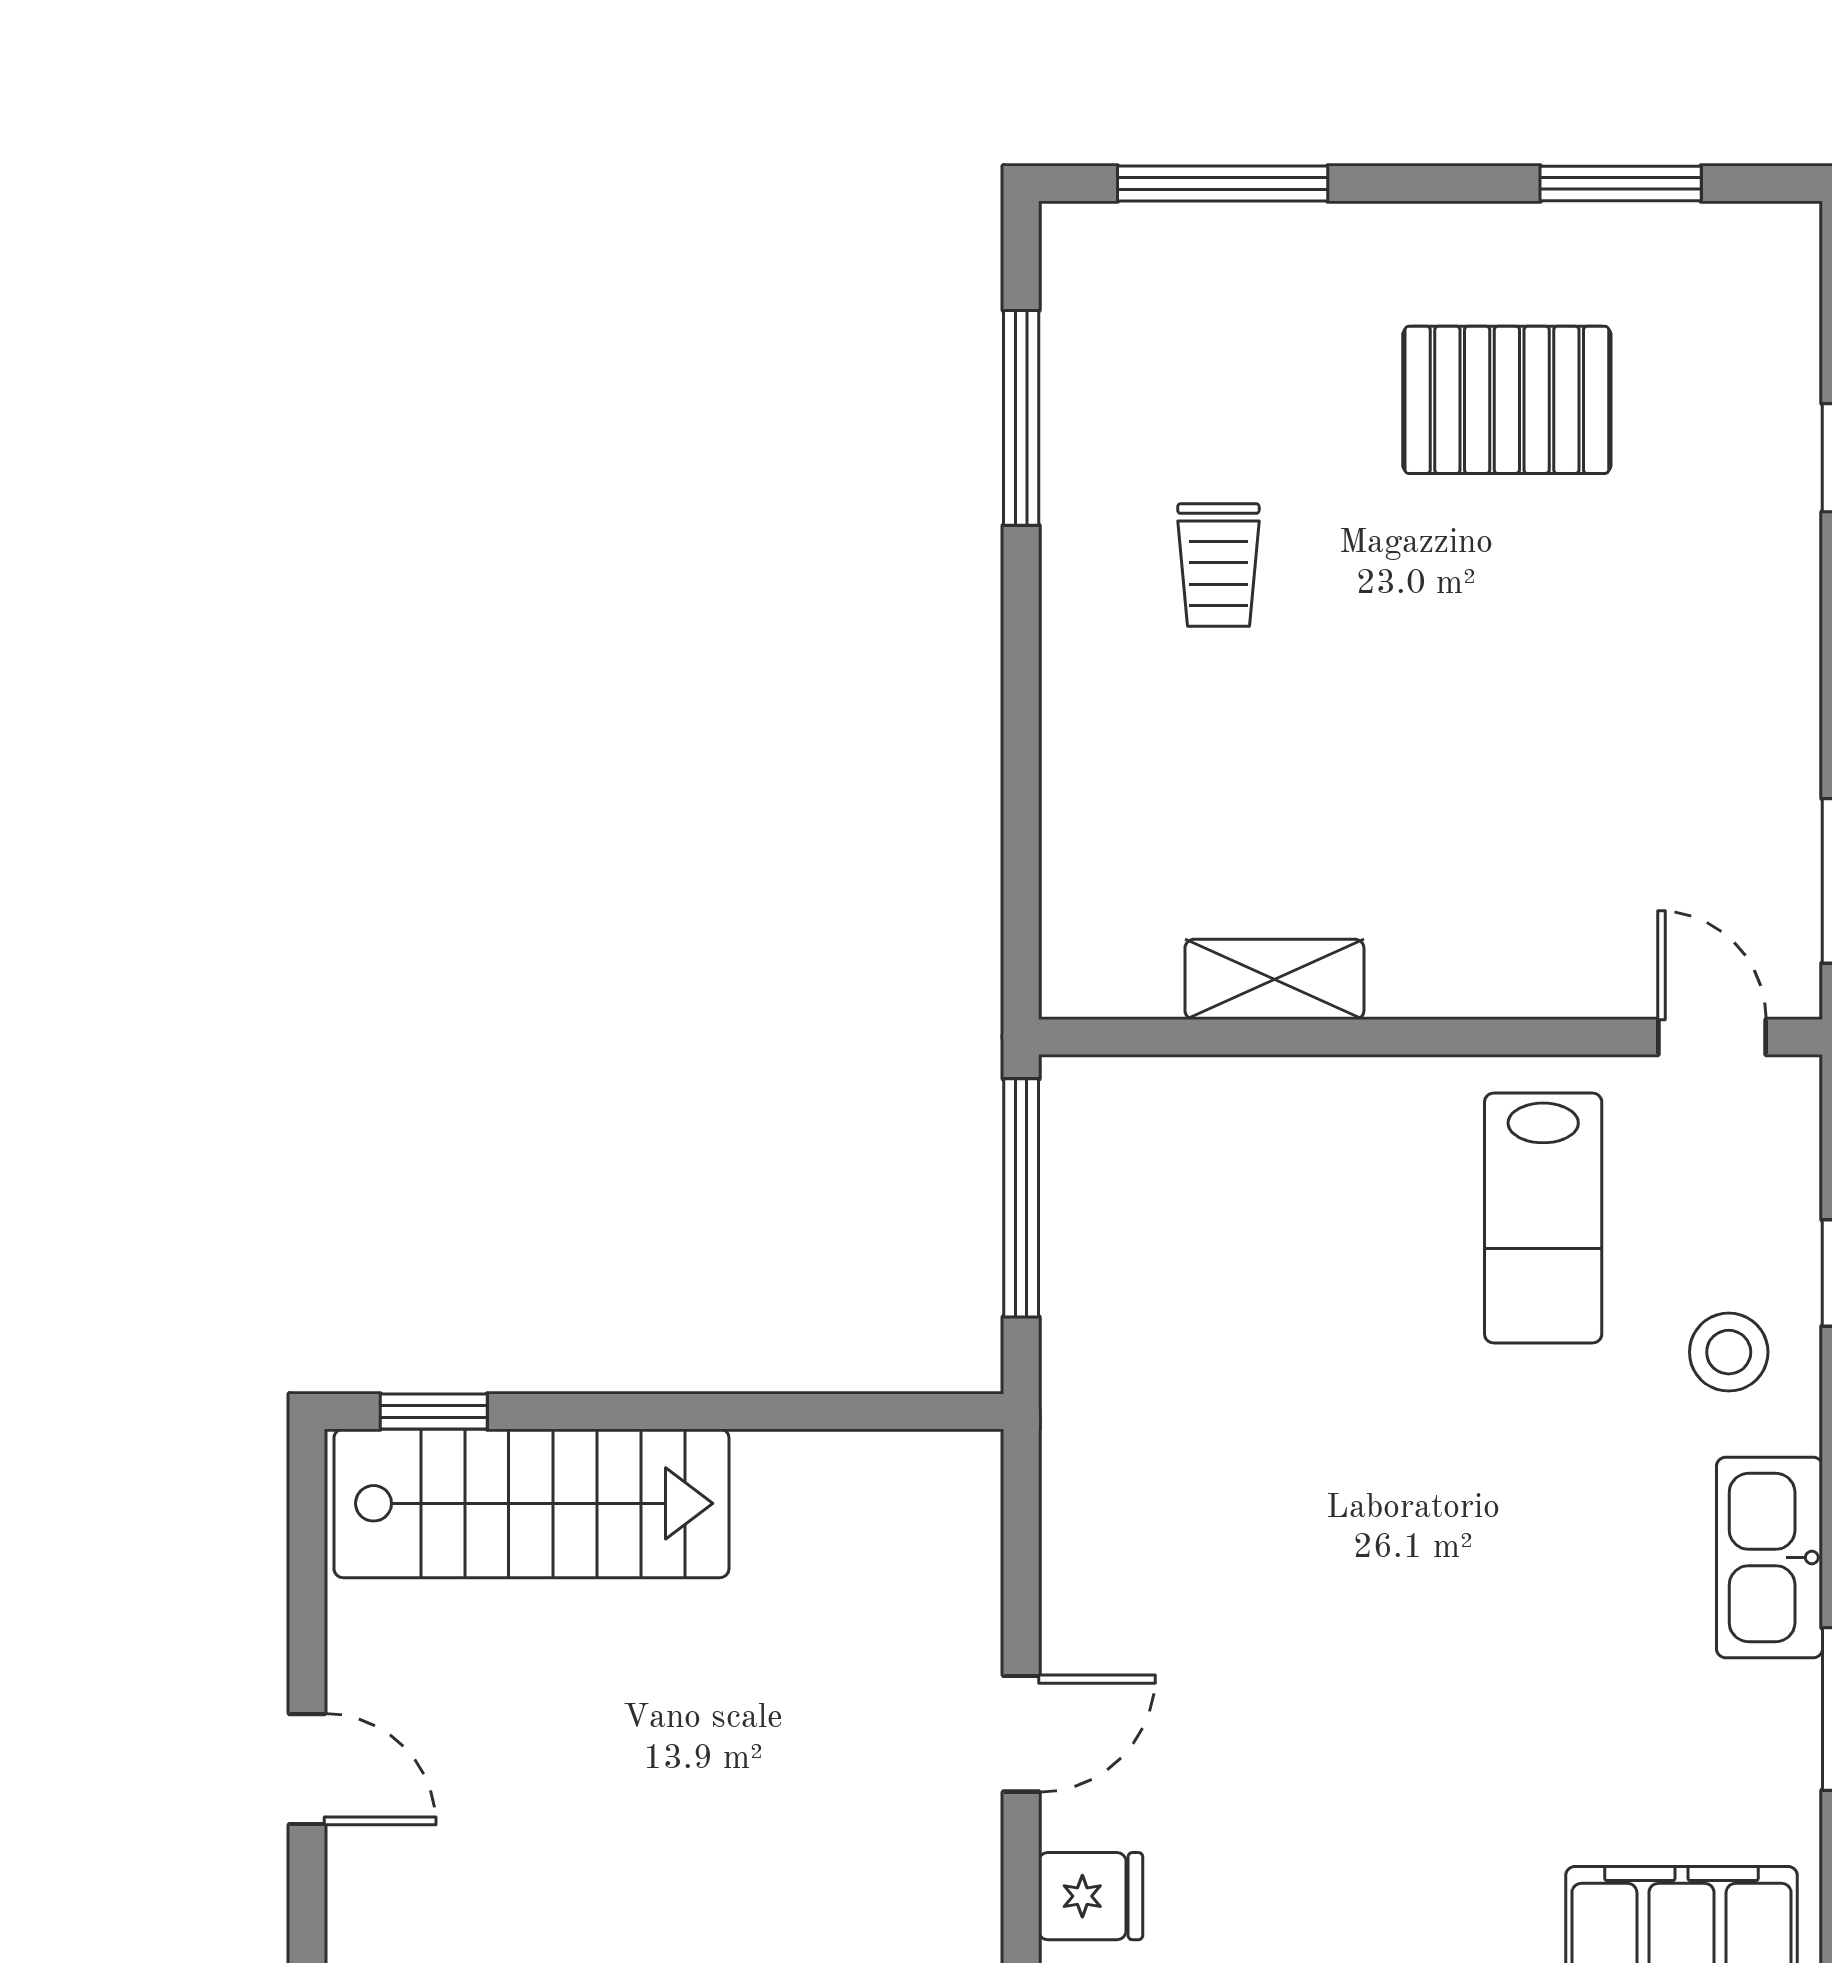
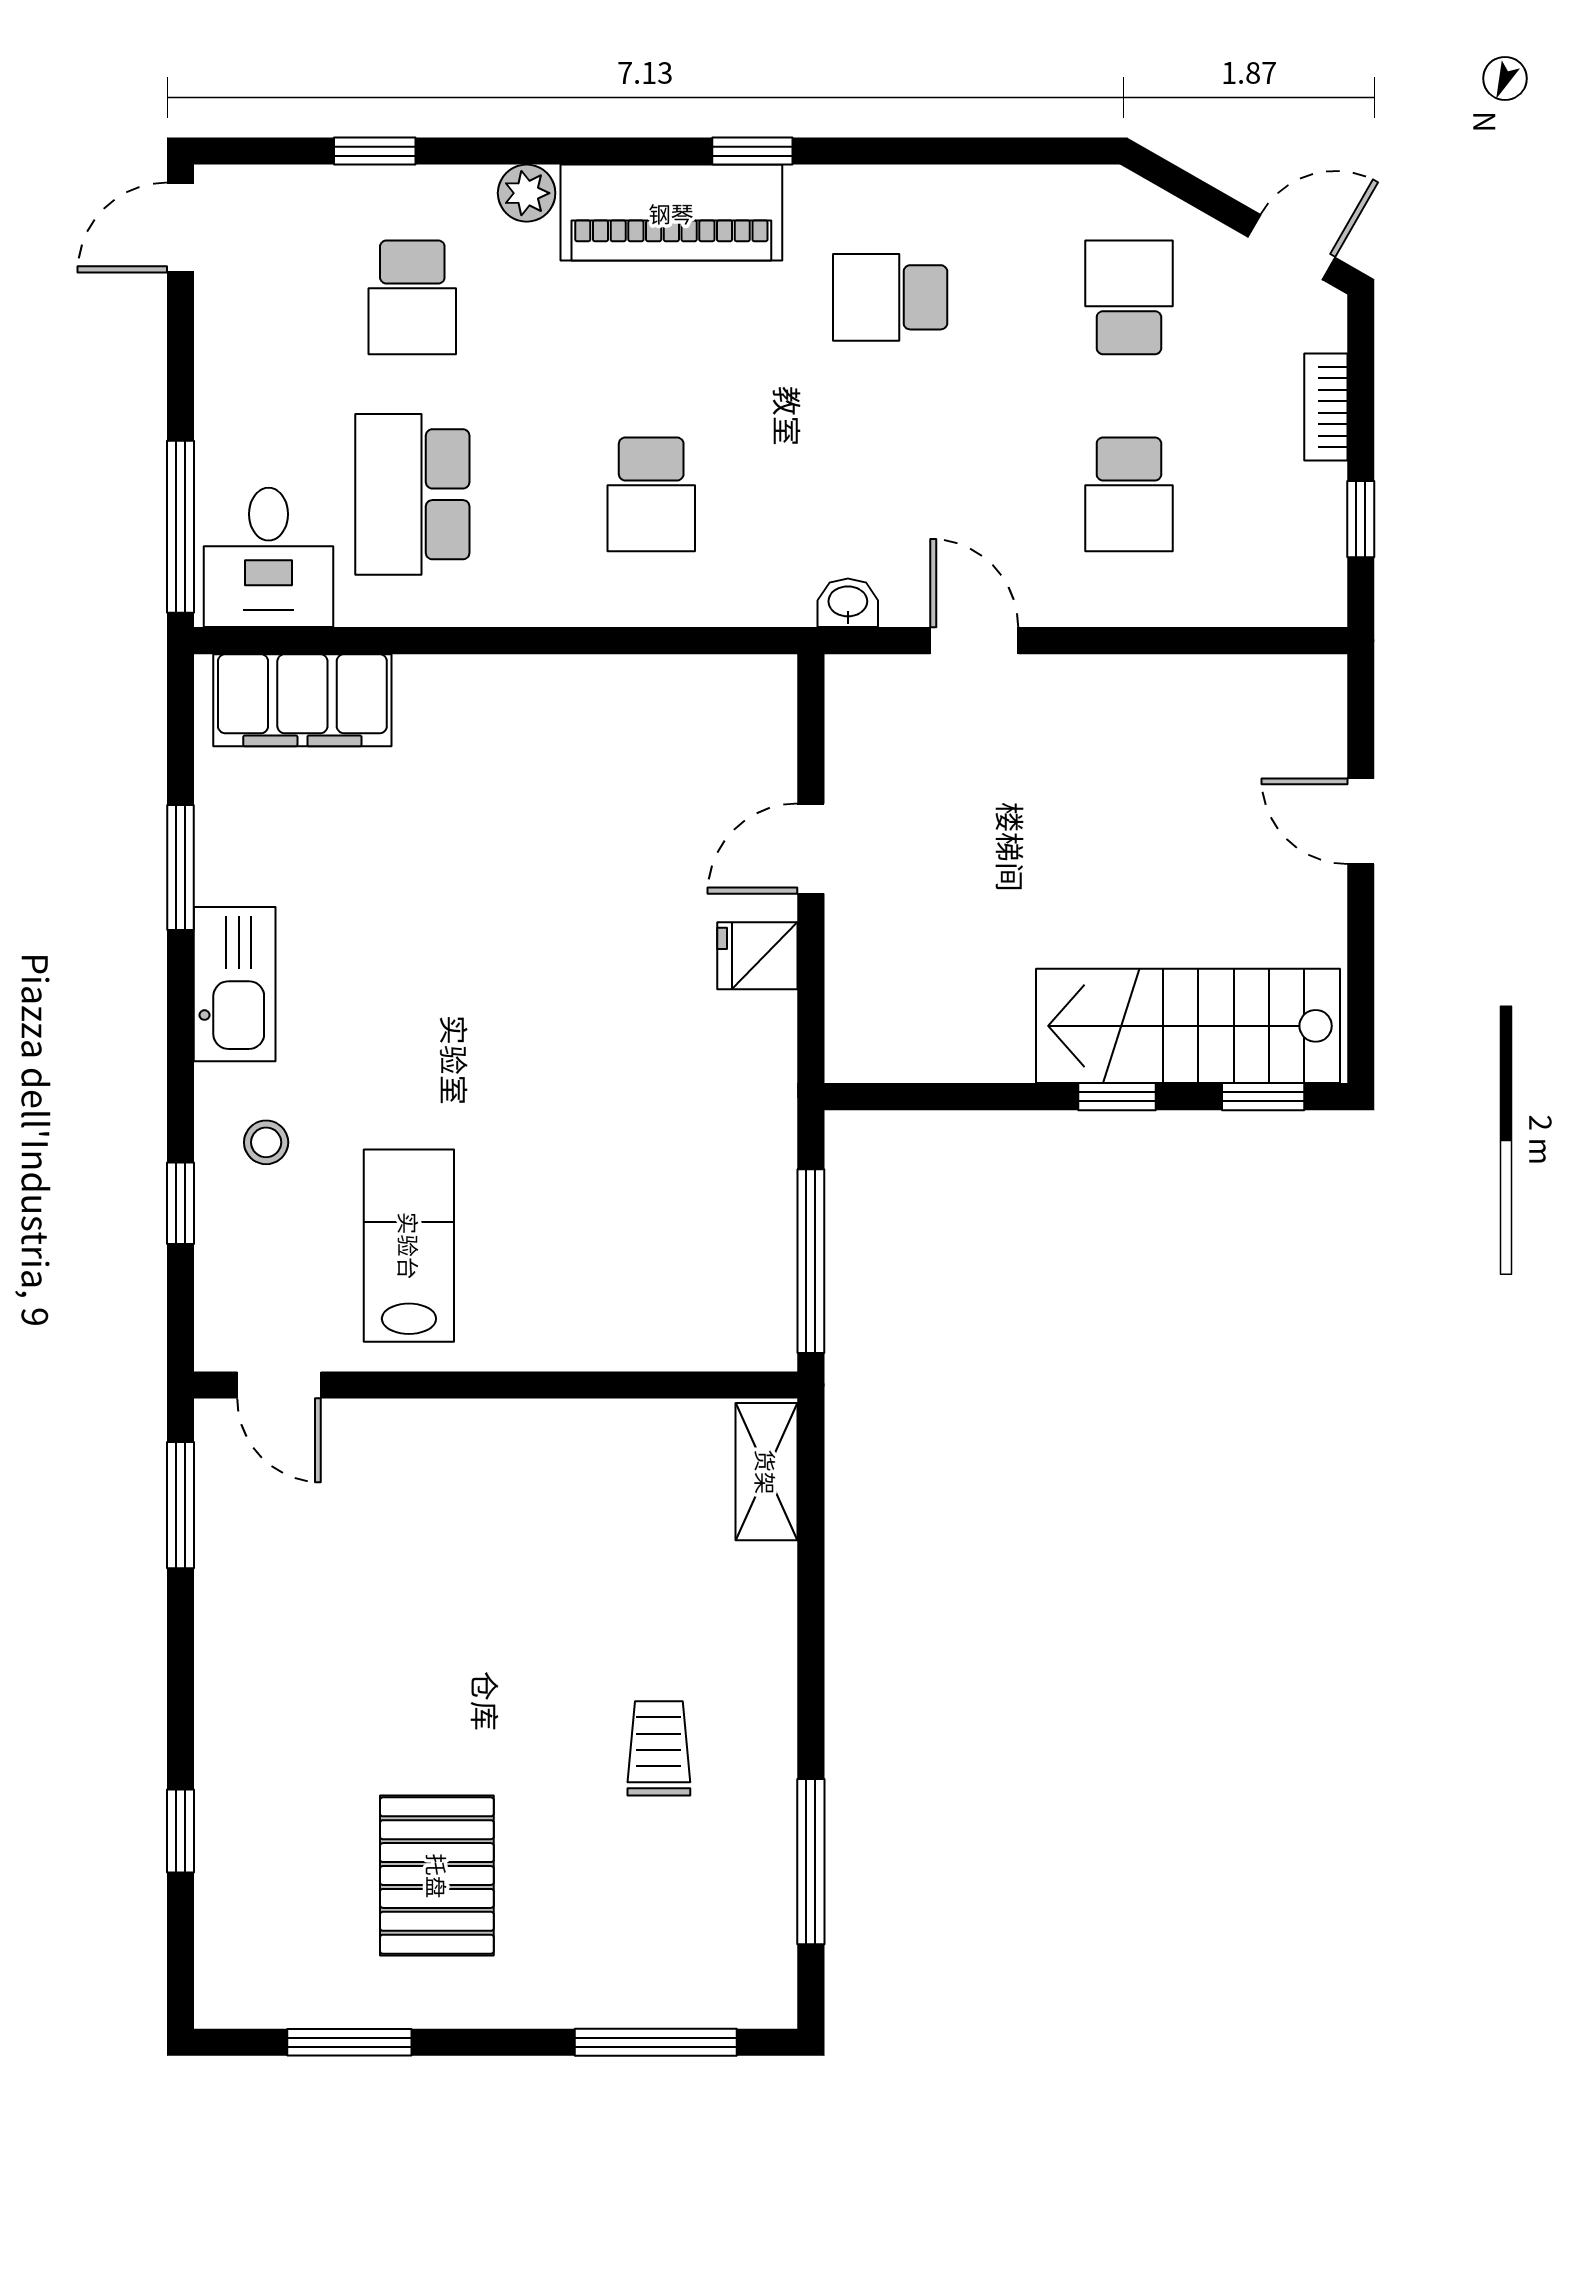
pallet: (1507, 400) -> (437, 1876), turned 90
shelving: (1274, 979) -> (766, 1472), moved, turned 90
stool: (1729, 1352) -> (266, 1142), width x0.73, depth x0.73
window: (624, 1411) -> (1117, 1097), added
fridge: (1091, 1896) -> (757, 956), moved

